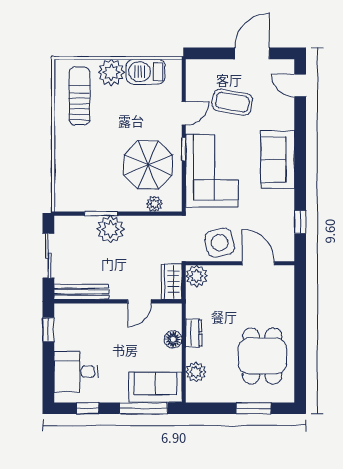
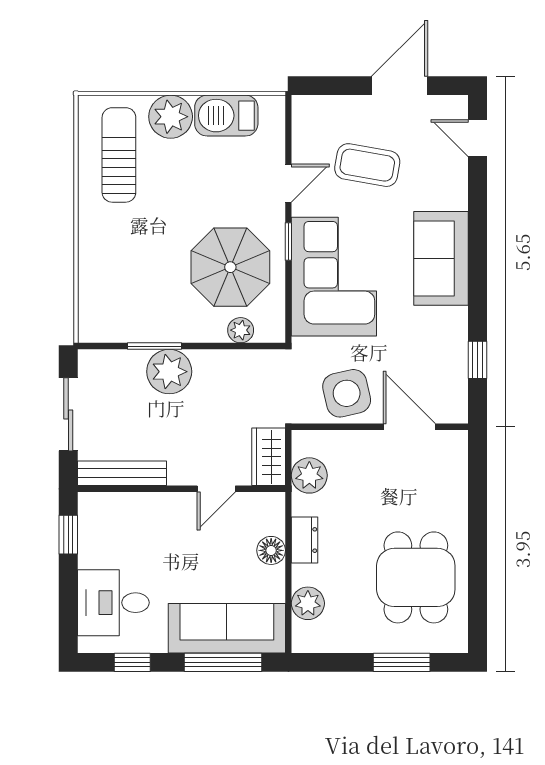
plant: (197, 276) -> (309, 475), moved
sofa: (155, 387) -> (227, 628), width x1.36

